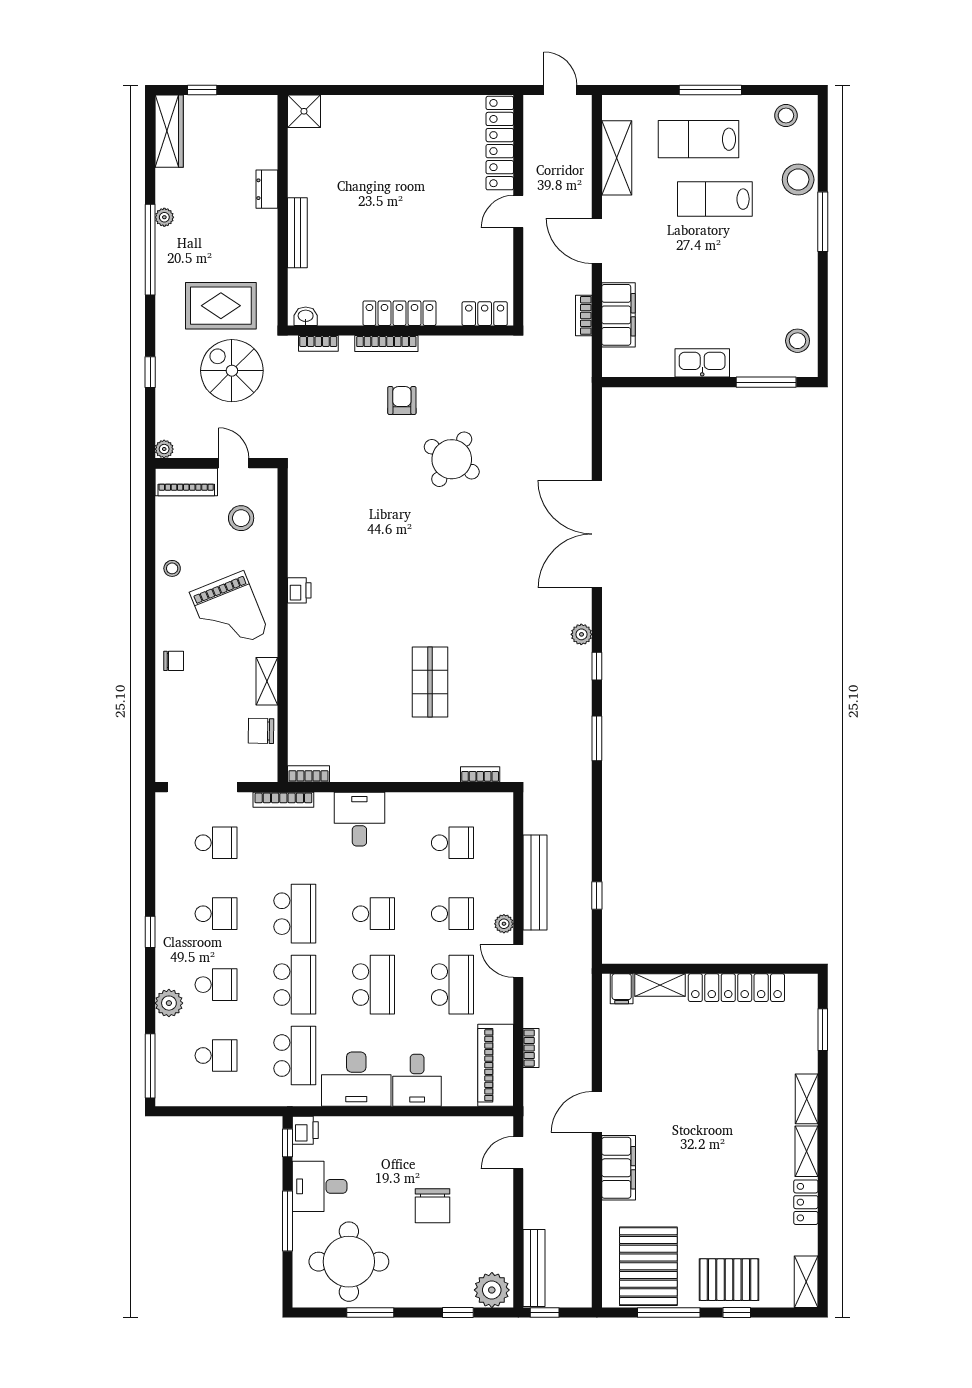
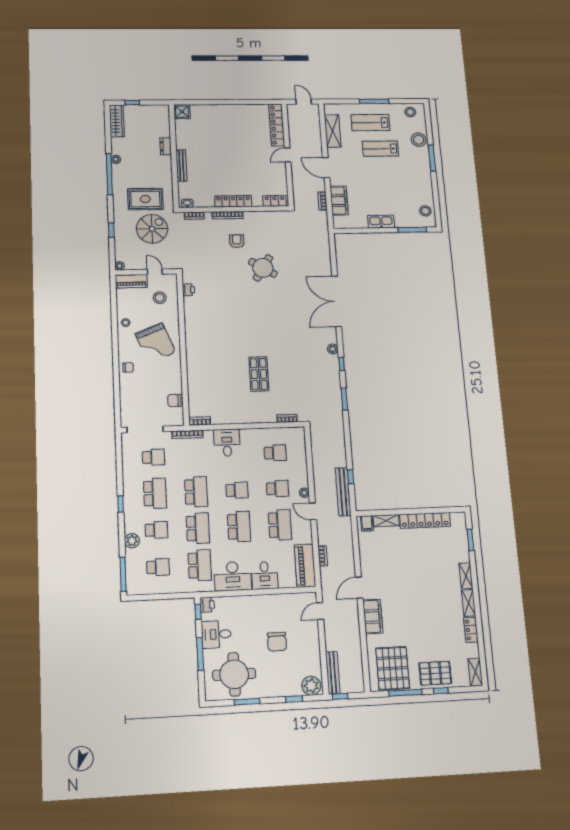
spiral stairs: (232, 371) -> (152, 229), turned 90
printer: (299, 590) -> (188, 290), moved
shelving: (267, 681) -> (176, 376), removed
bench: (535, 882) -> (343, 492), moved
school desk: (216, 914) -> (155, 493), width x1.85

